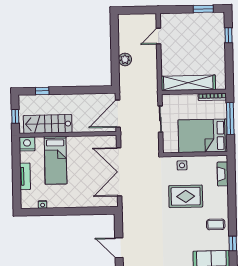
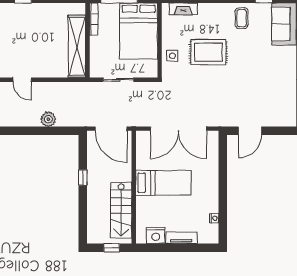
window: (42, 91) -> (83, 178), moved
nightstand: (27, 144) -> (156, 236), moved, turned -90
bed: (56, 160) -> (163, 183), moved
rug: (186, 196) -> (208, 52), turned 90
door: (119, 248) -> (250, 131), moved

